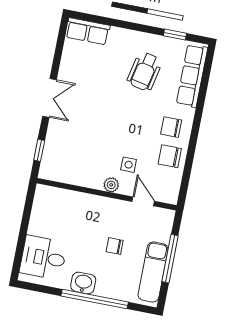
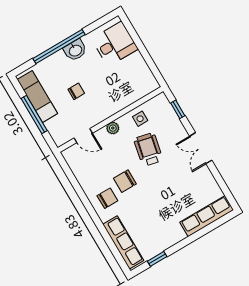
row of seats: (88, 31) -> (207, 216), width x1.48
wheelchair: (145, 71) -> (148, 150), moved
chair: (170, 156) -> (125, 181), moved, turned 180
side table: (129, 165) -> (140, 119), moved

